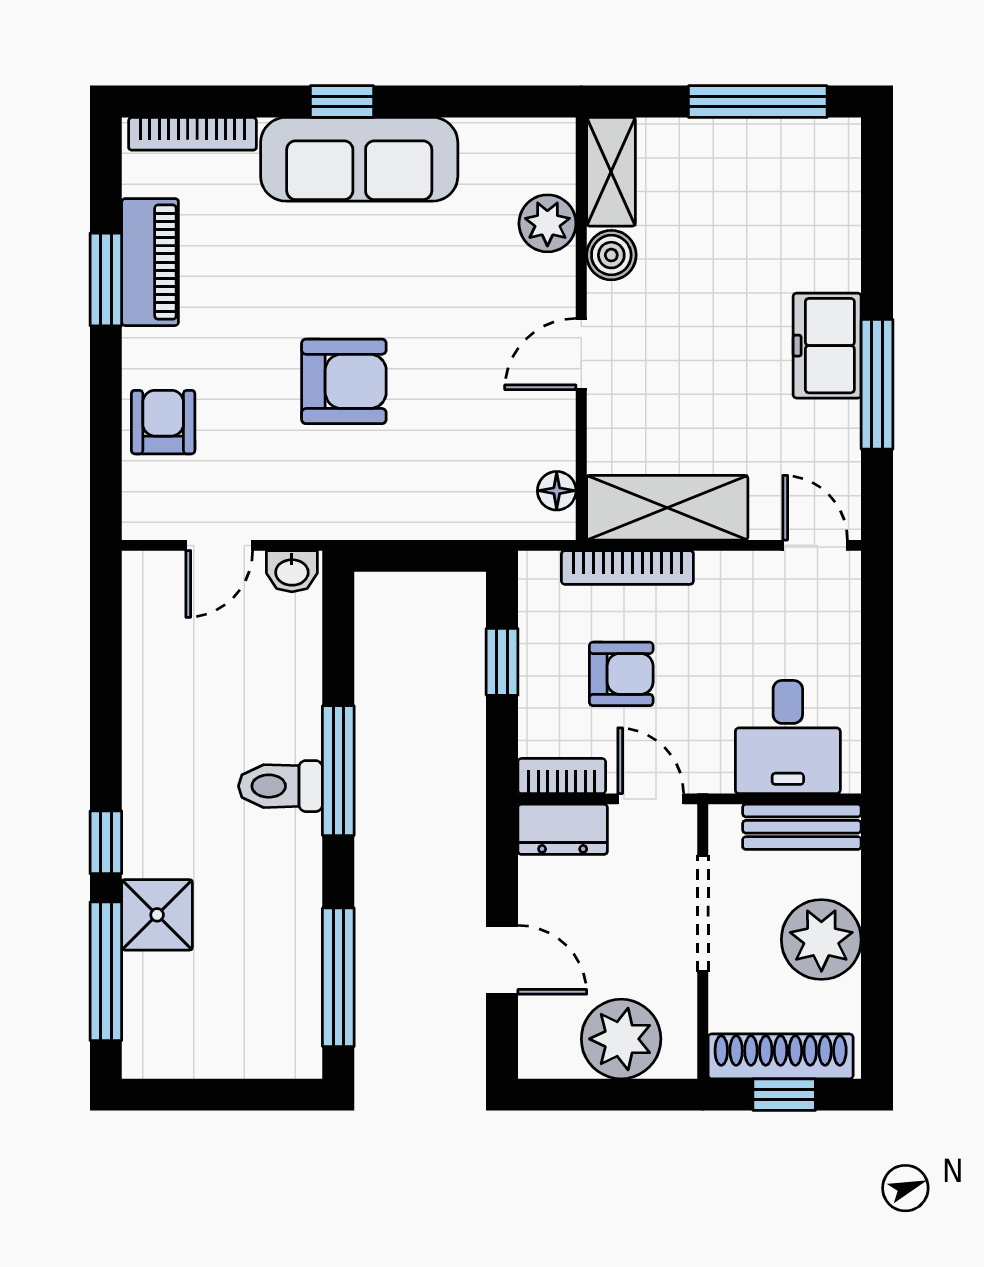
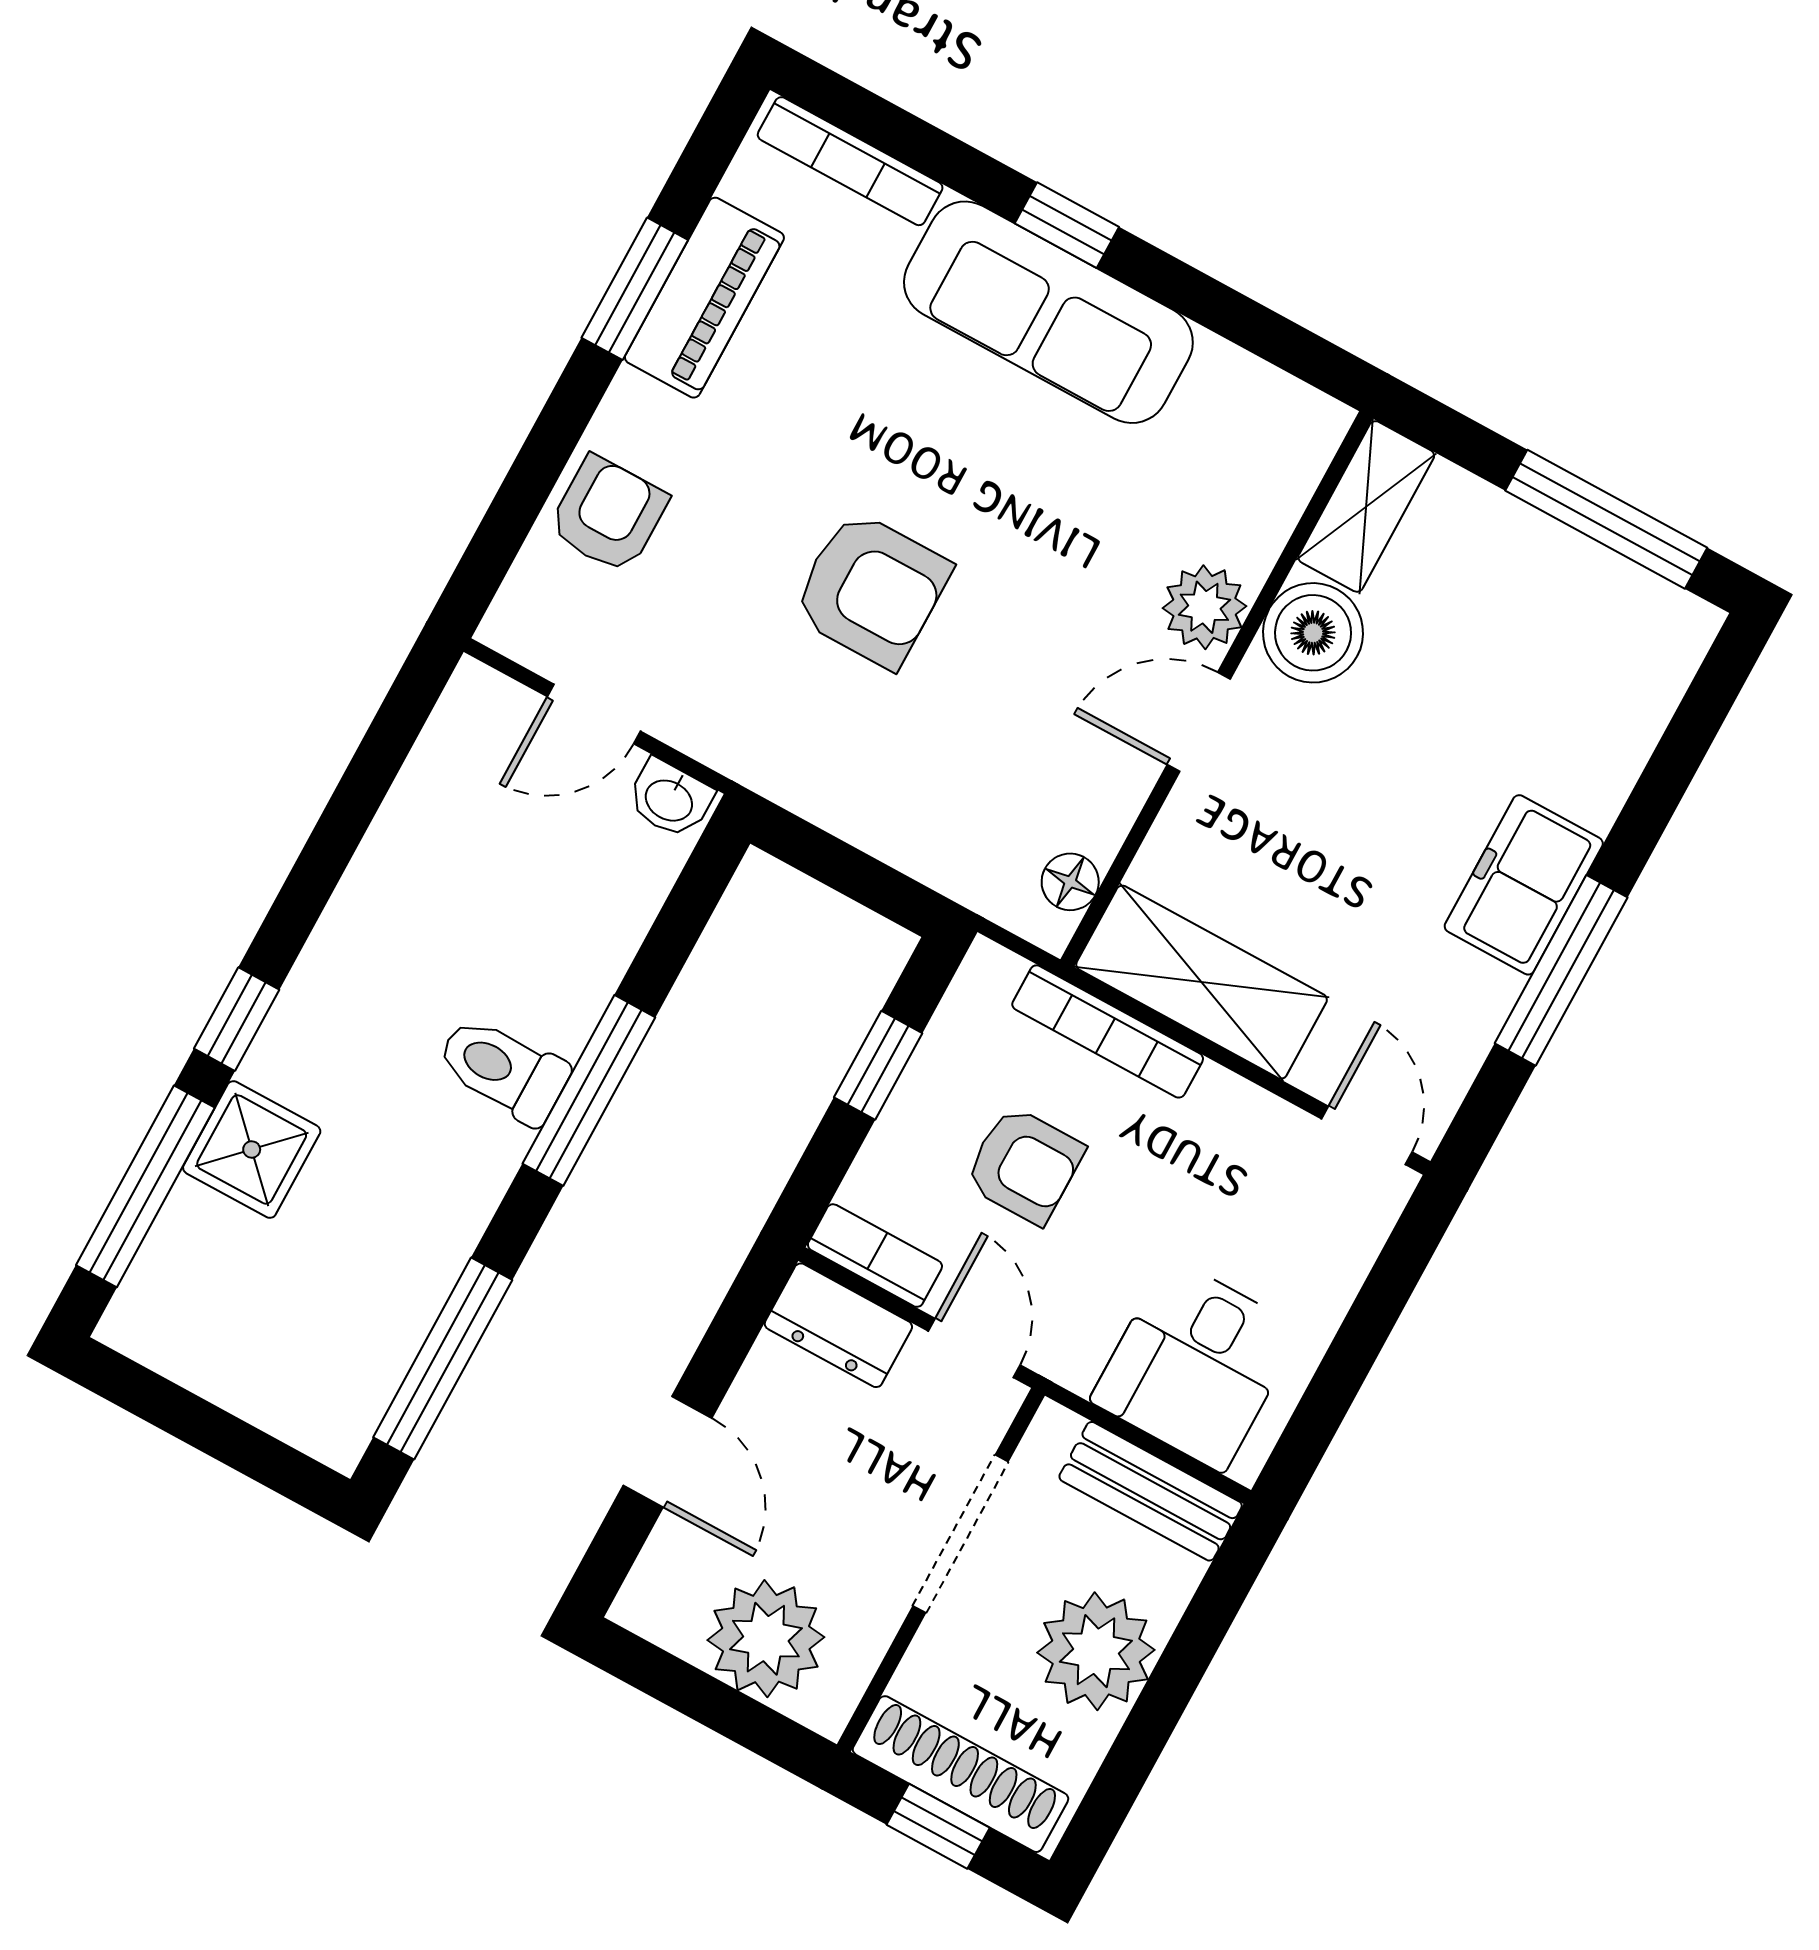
plant: (547, 223) -> (1204, 607), moved
boiler: (611, 255) -> (1313, 633), width x1.36, depth x1.36

